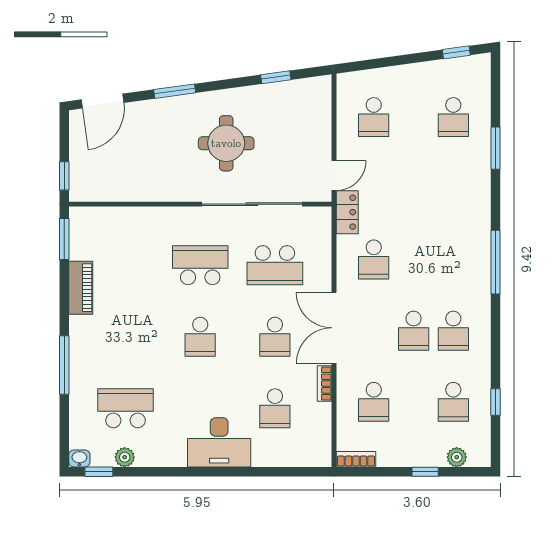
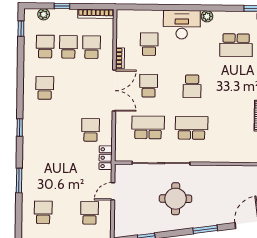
window: (495, 148) -> (19, 181), moved
door: (334, 176) -> (113, 191), moved
window: (495, 262) -> (20, 128), width x0.46
school desk: (200, 265) -> (192, 128), turned 180
school desk: (414, 331) -> (68, 47), moved
school desk: (200, 337) -> (192, 86), turned 180
window: (495, 402) -> (21, 29), moved
plant: (125, 457) -> (207, 16), moved
bookcase: (356, 459) -> (96, 14), width x1.56

